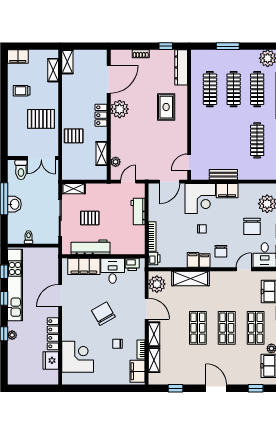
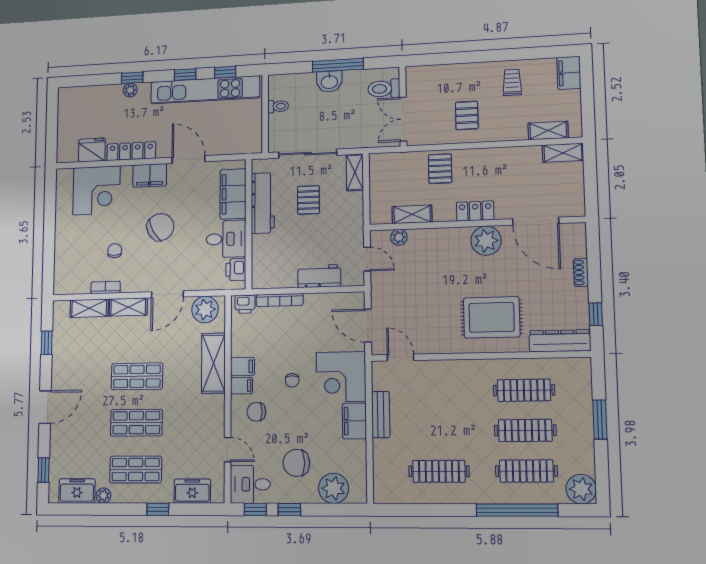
rug: (166, 107) -> (492, 317), width x1.36, depth x1.43
pallet: (41, 119) -> (467, 115), width x0.67, depth x0.71
filing cabinet: (137, 371) -> (150, 175), moved, turned 180

